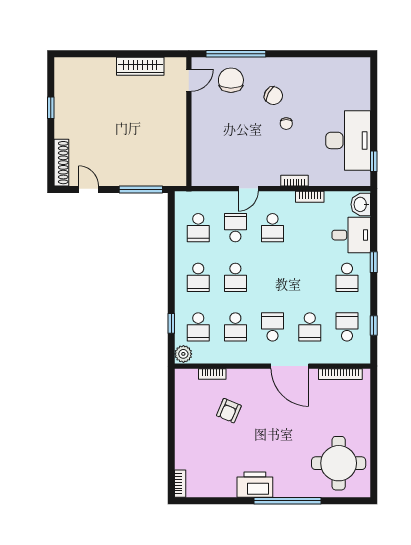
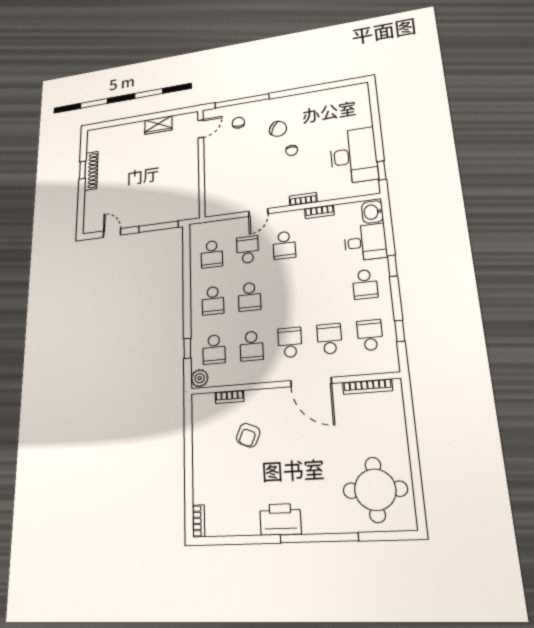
wardrobe: (140, 66) -> (158, 125), width x0.67
chair: (231, 80) -> (238, 123), width x0.54, depth x0.54
shoe rack: (61, 163) -> (91, 171), moved
school desk: (310, 327) -> (329, 339), turned 180

